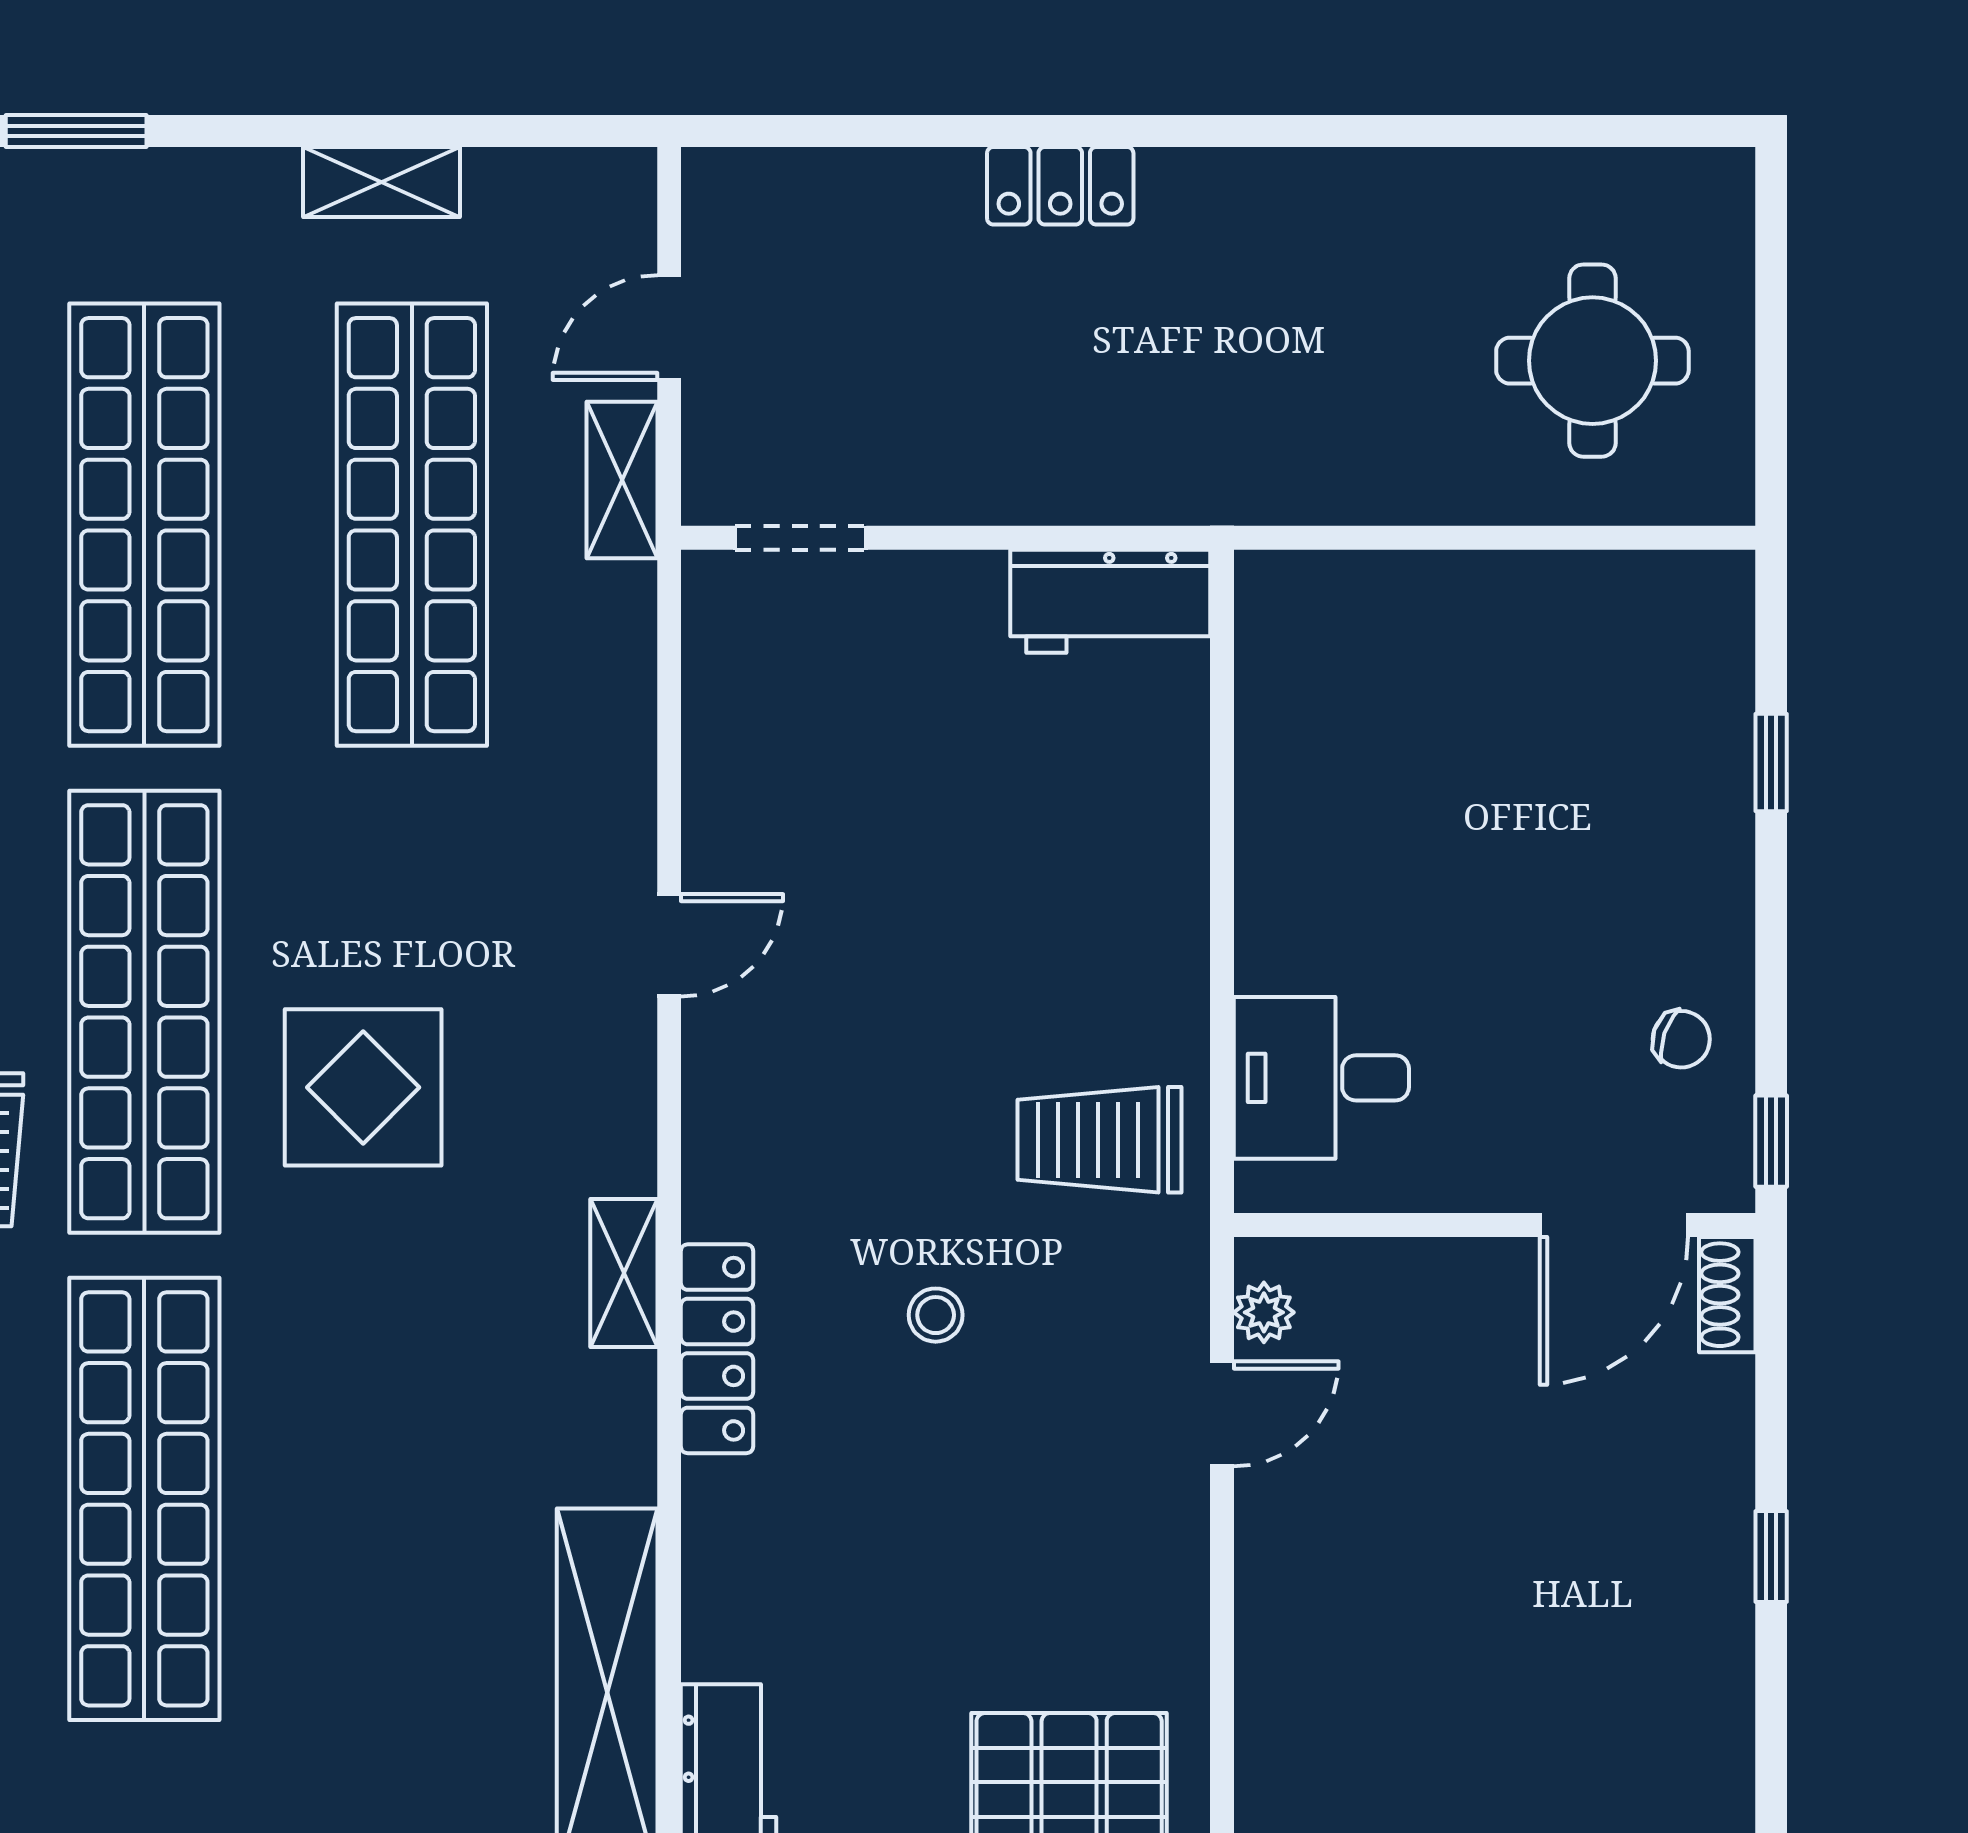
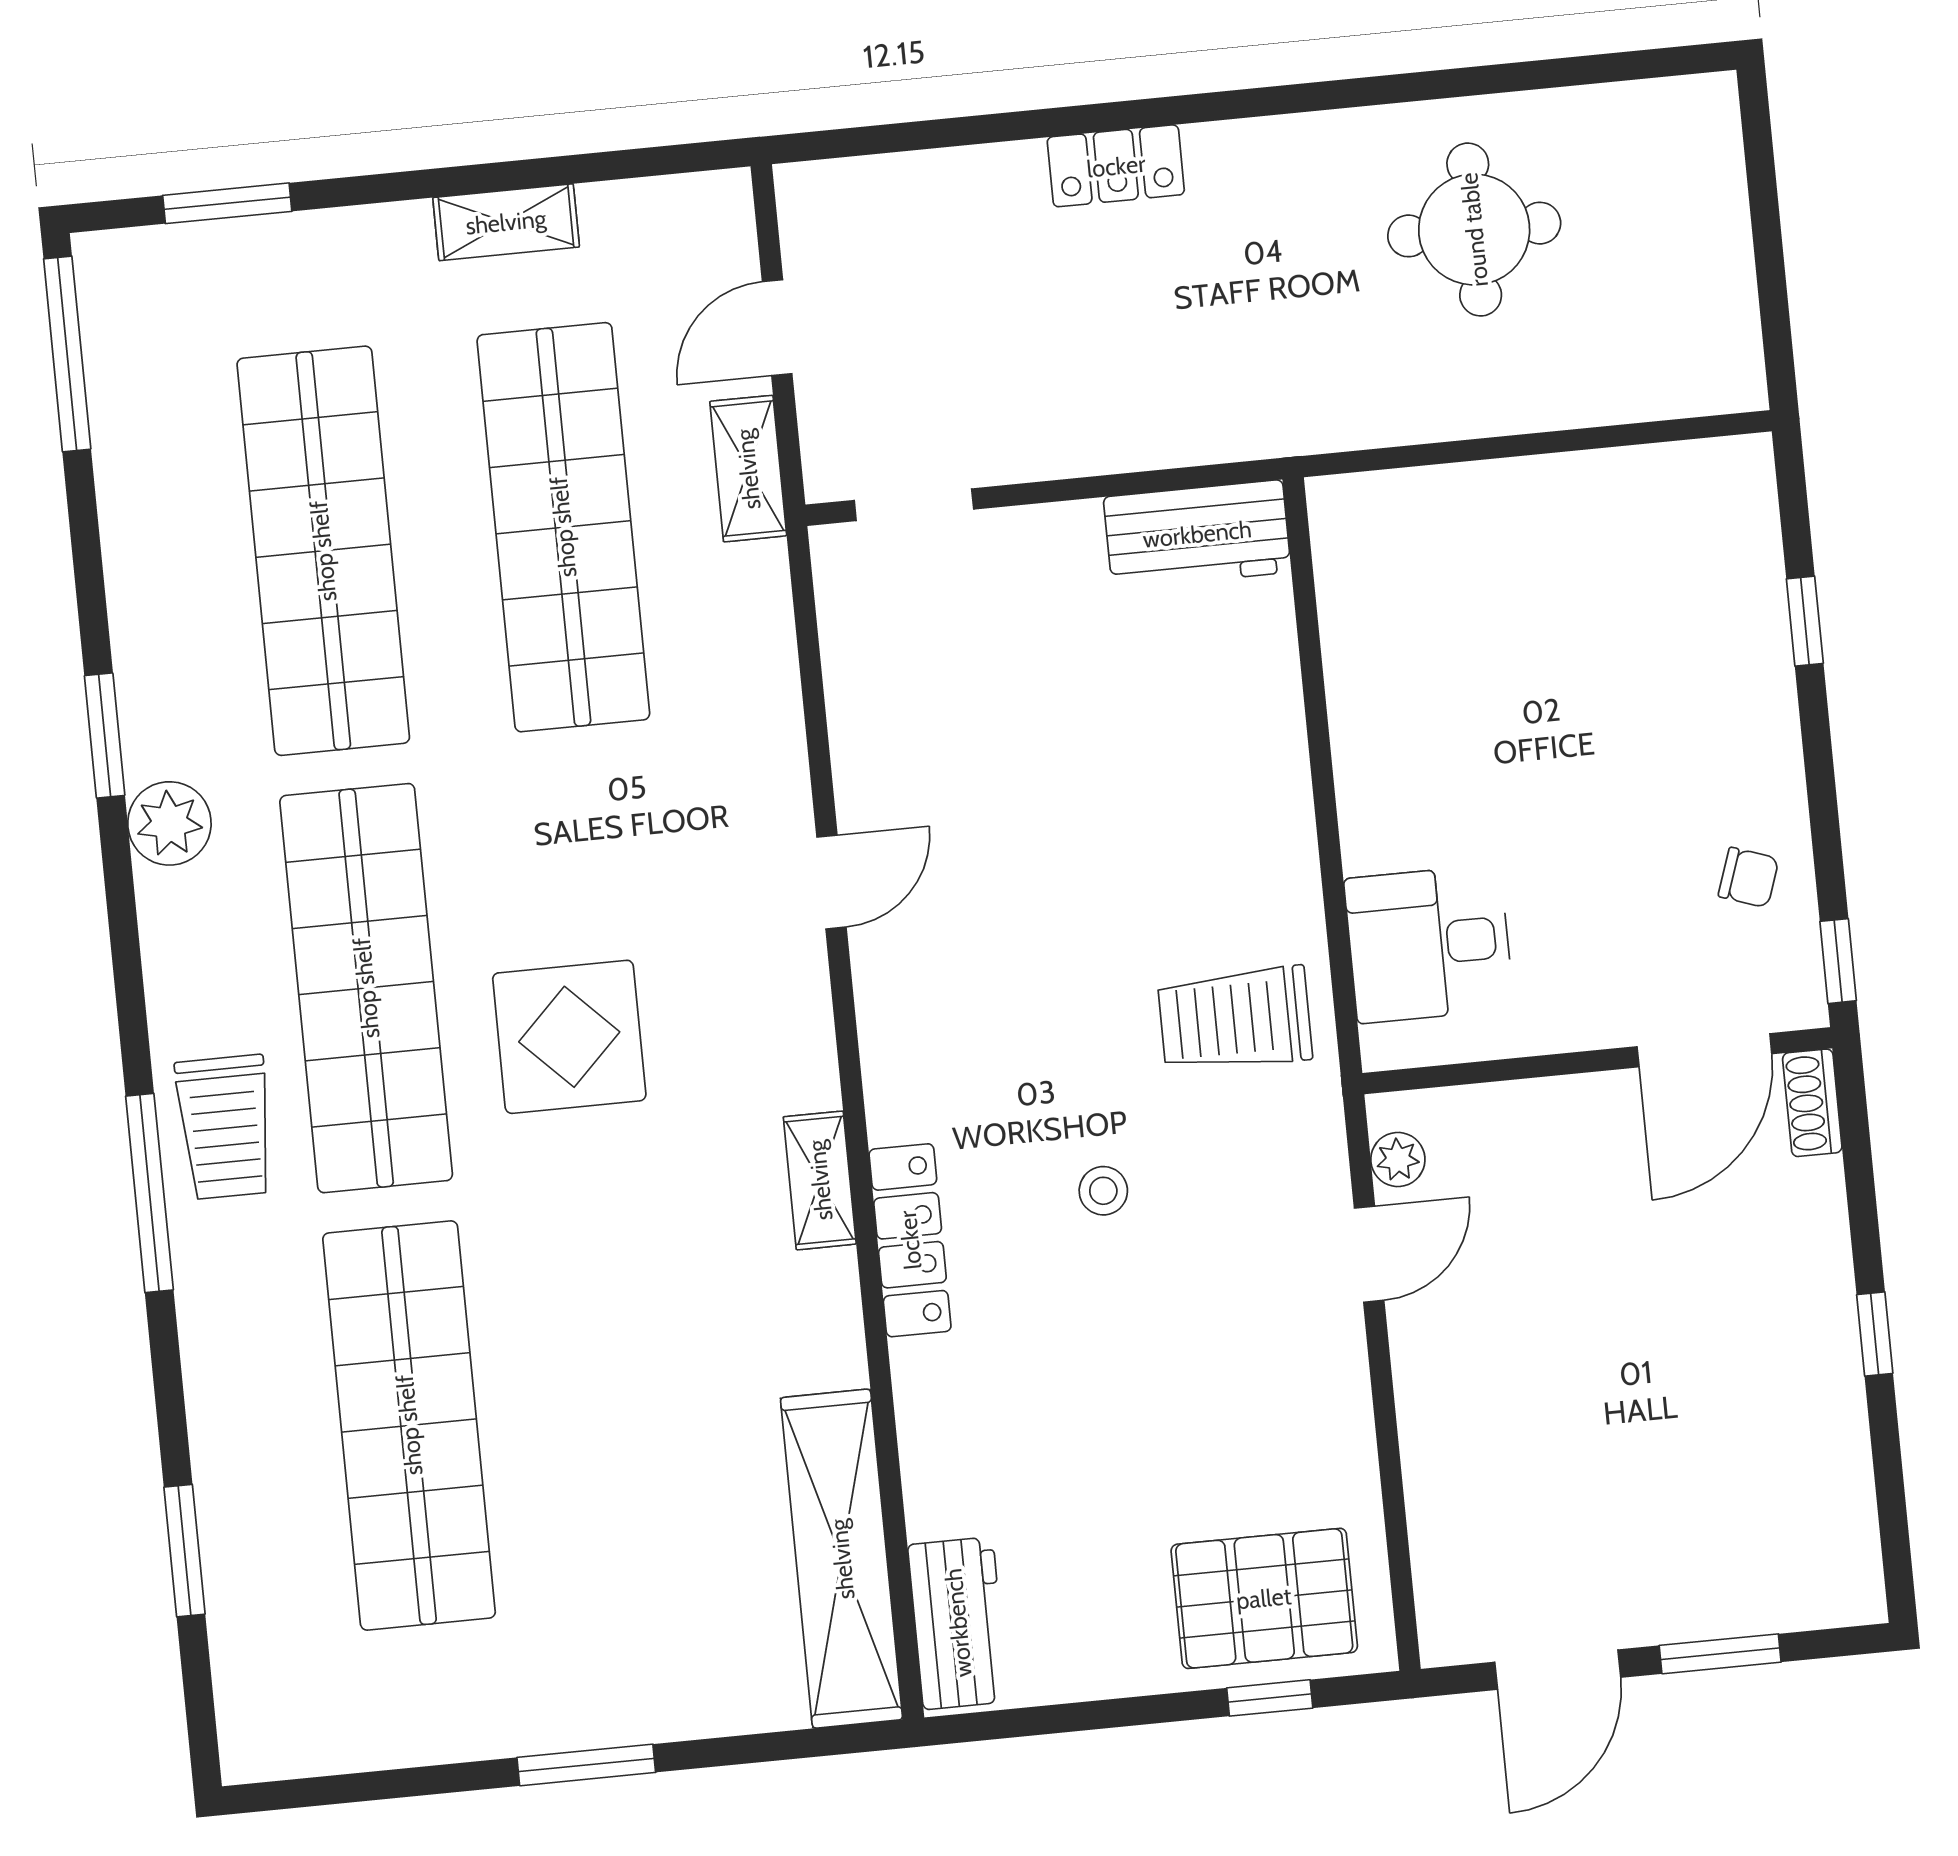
round table: (1592, 361) -> (1474, 230), moved

